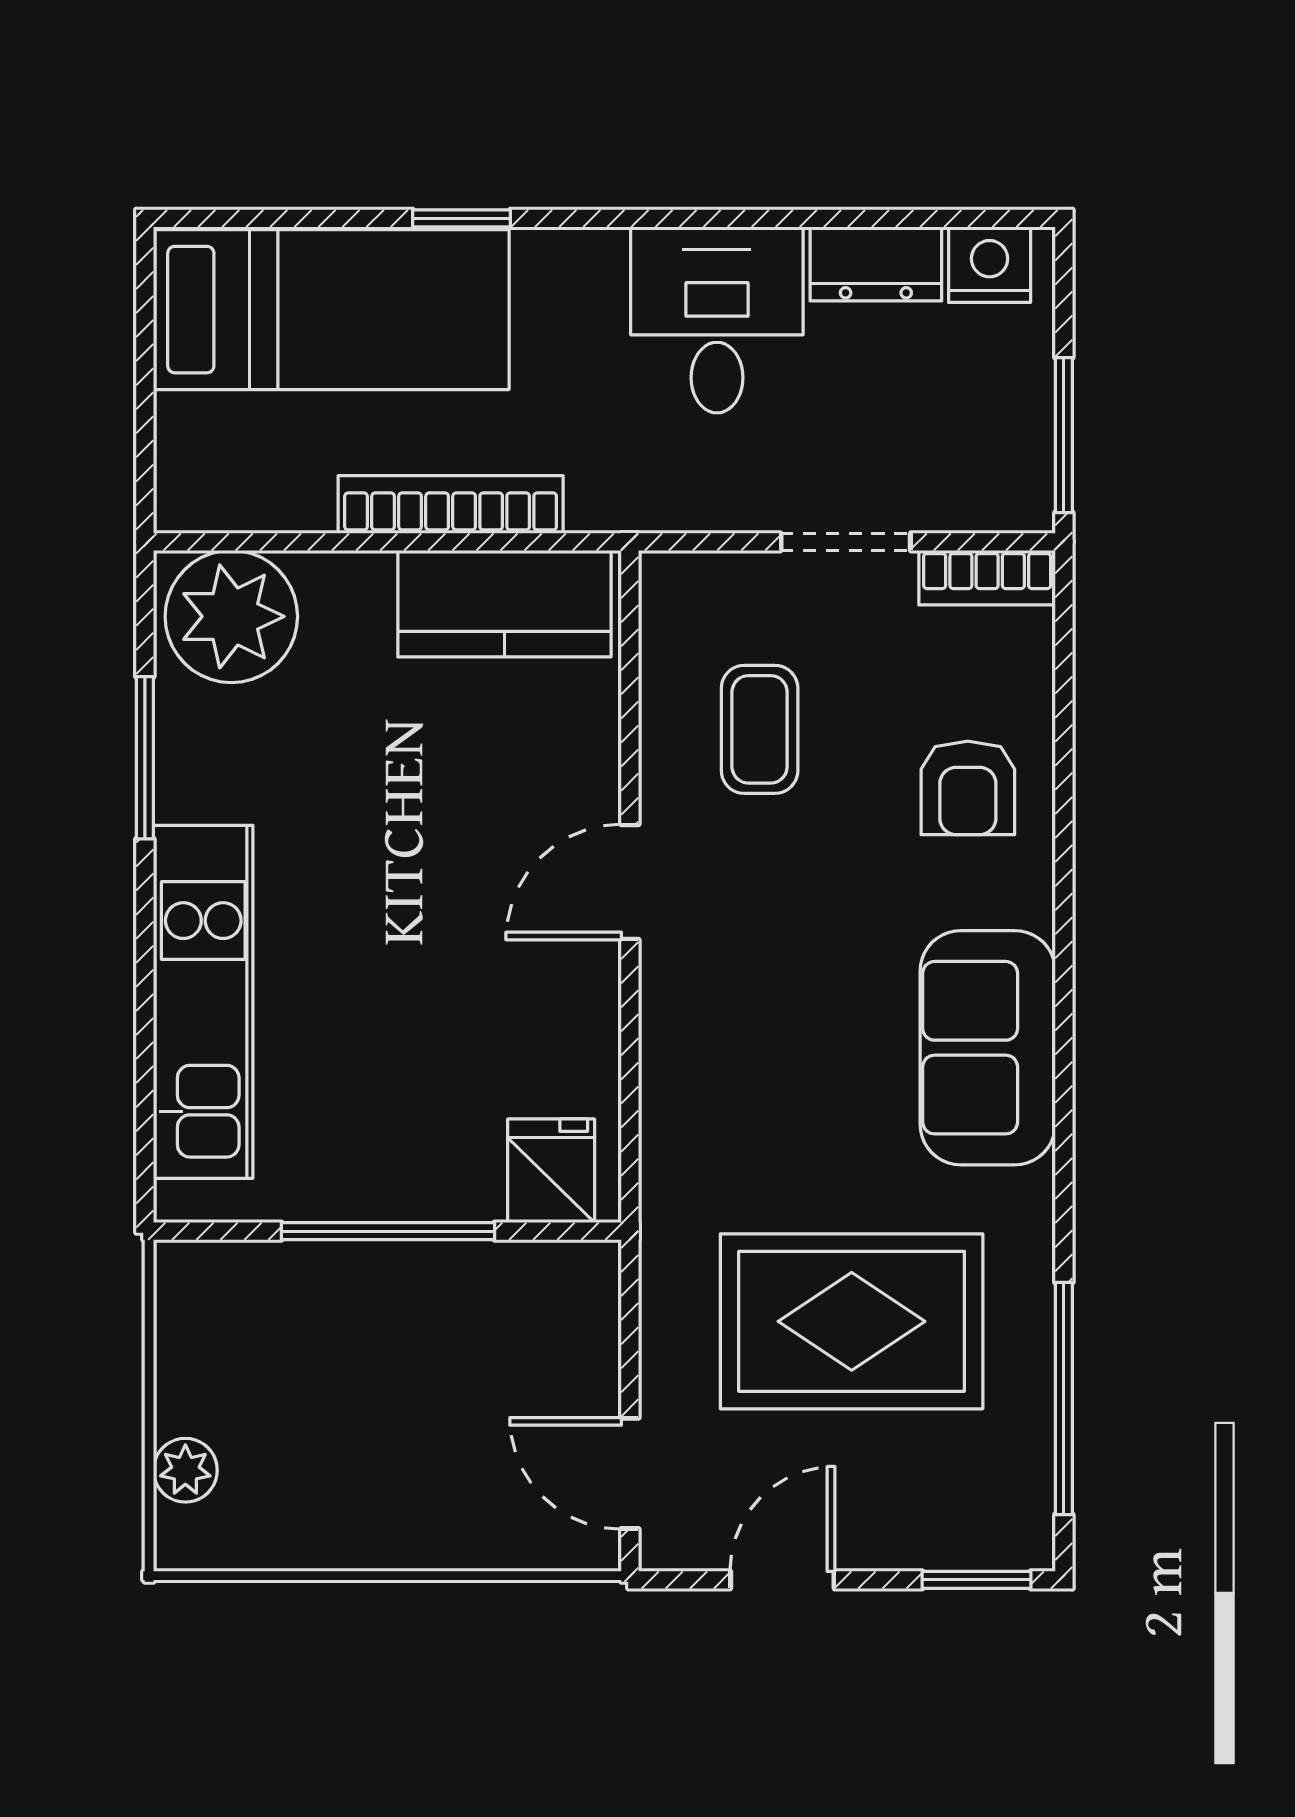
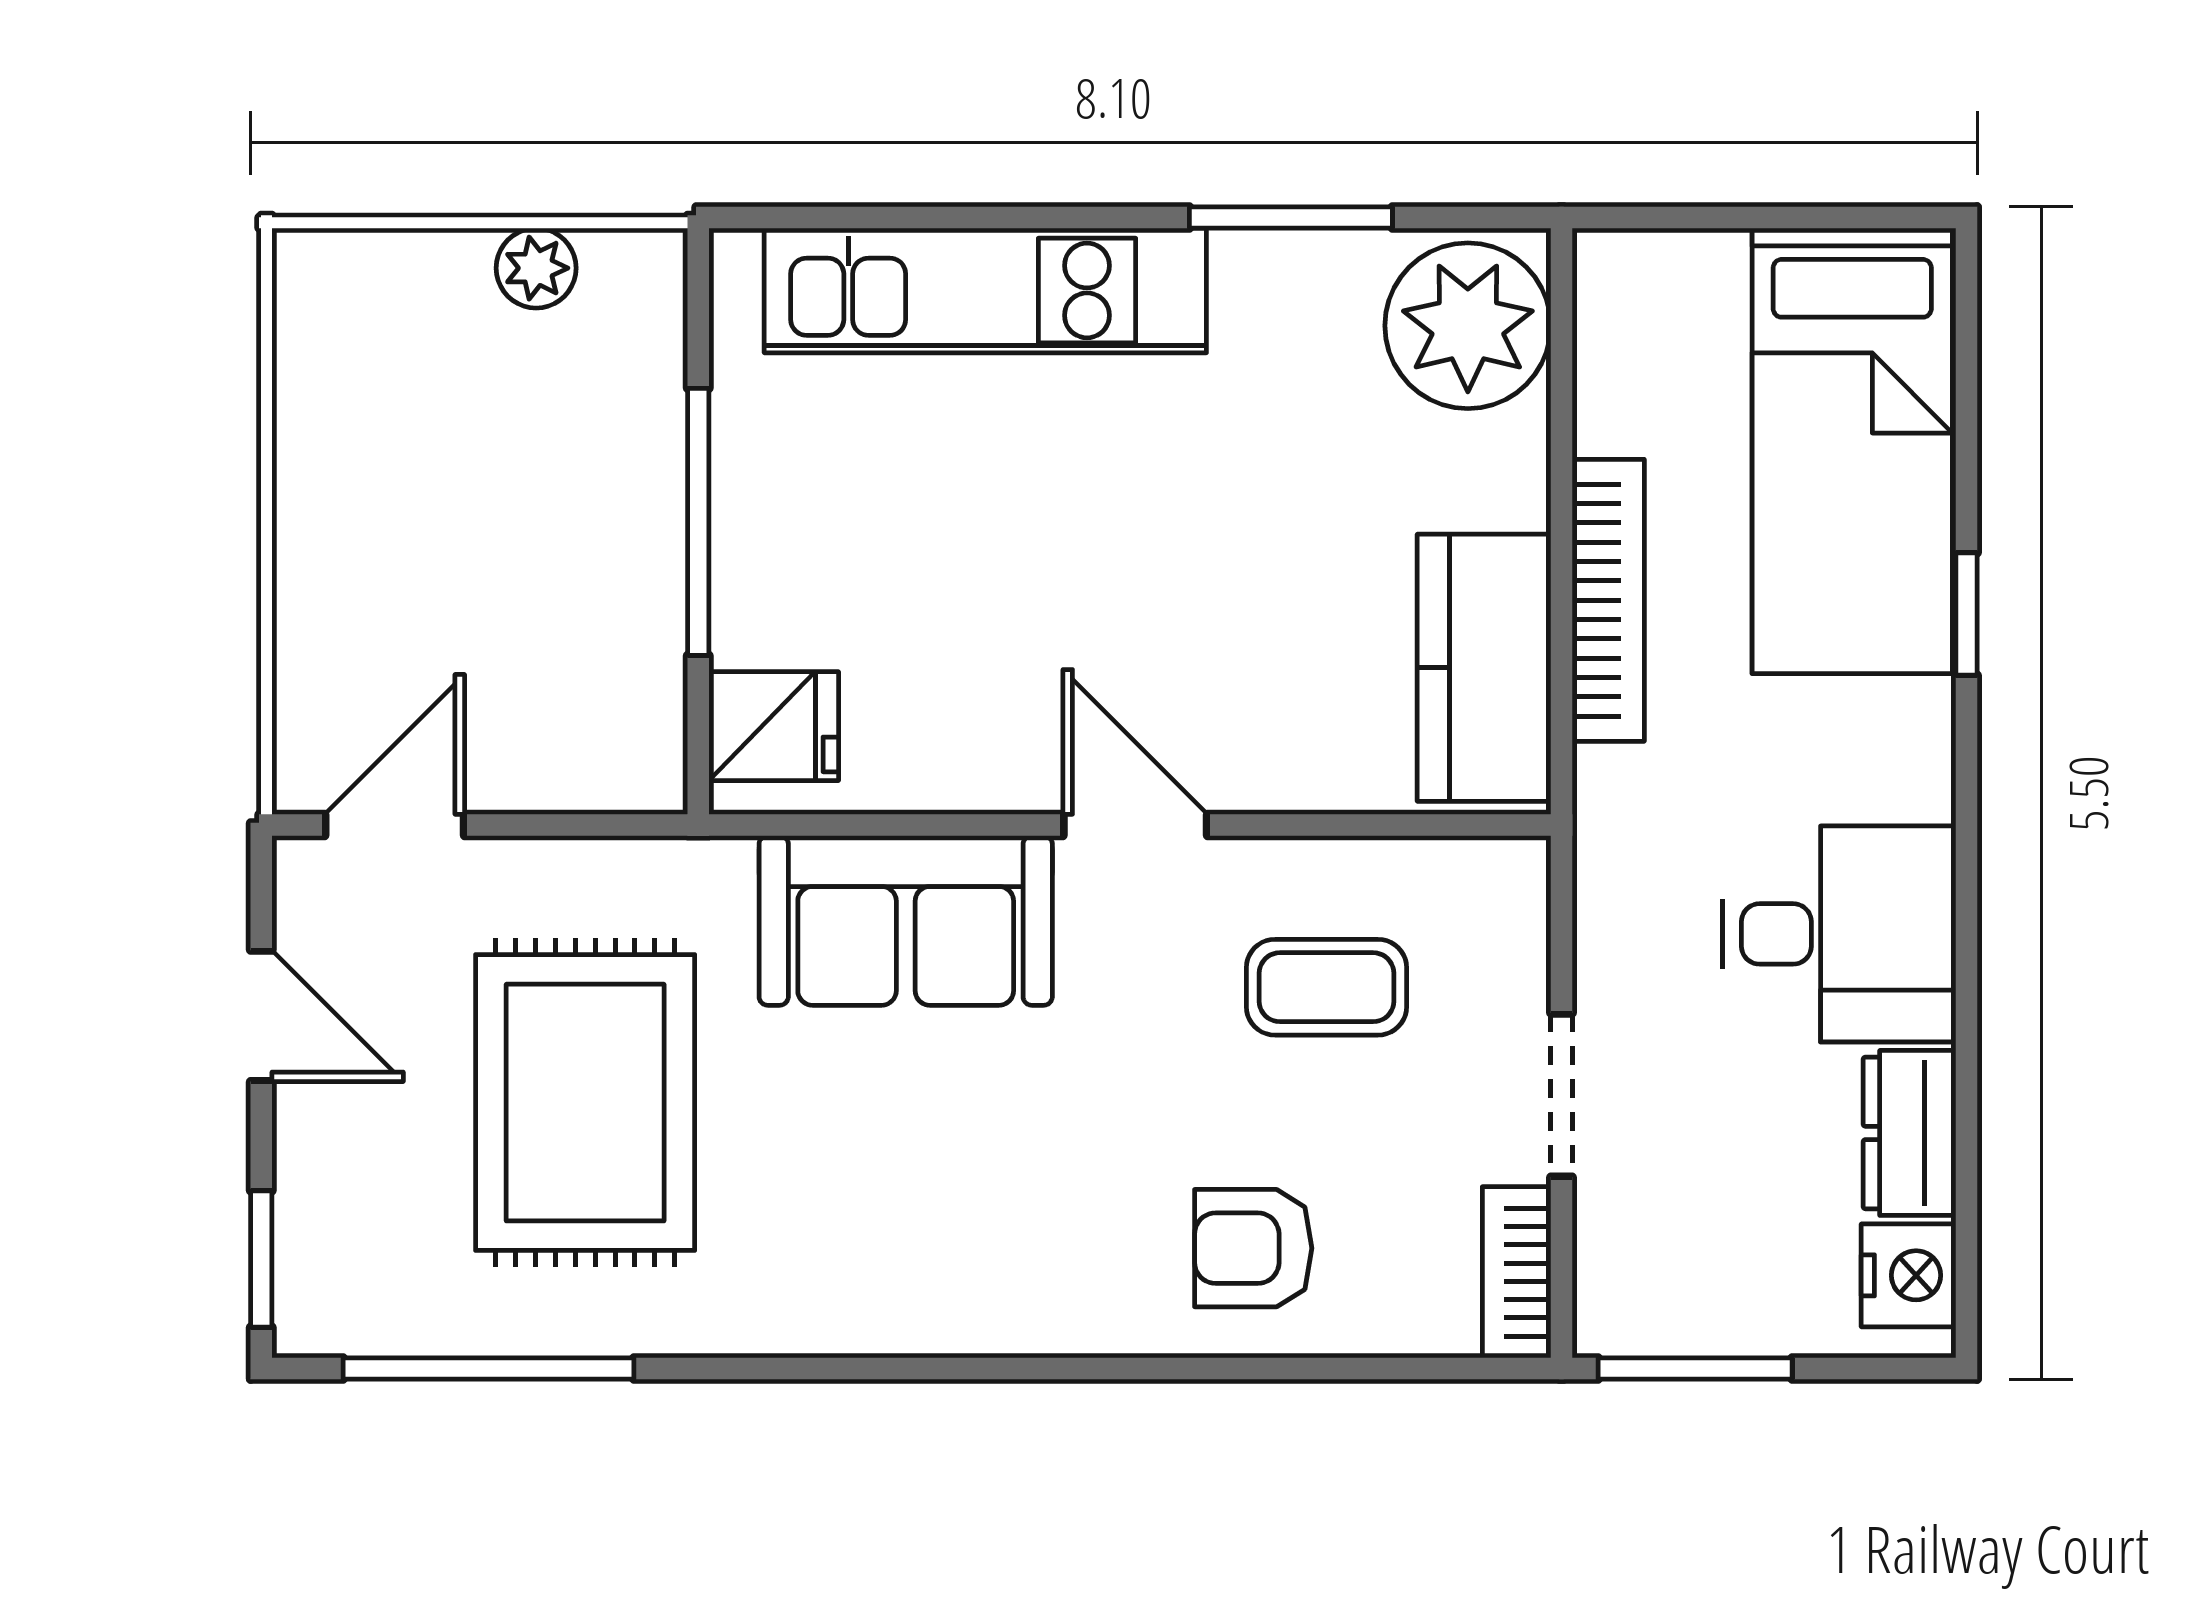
sofa: (988, 1048) -> (906, 920), moved, turned 180
plant: (185, 1470) -> (536, 268), moved

